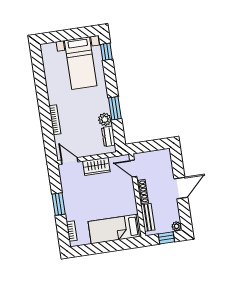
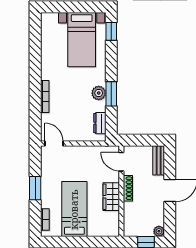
plant: (105, 119) -> (99, 93), moved
wardrobe: (96, 166) -> (111, 197), moved, turned 90
bench: (148, 217) -> (159, 160), moved
bed: (115, 229) -> (74, 209), moved, turned 90

